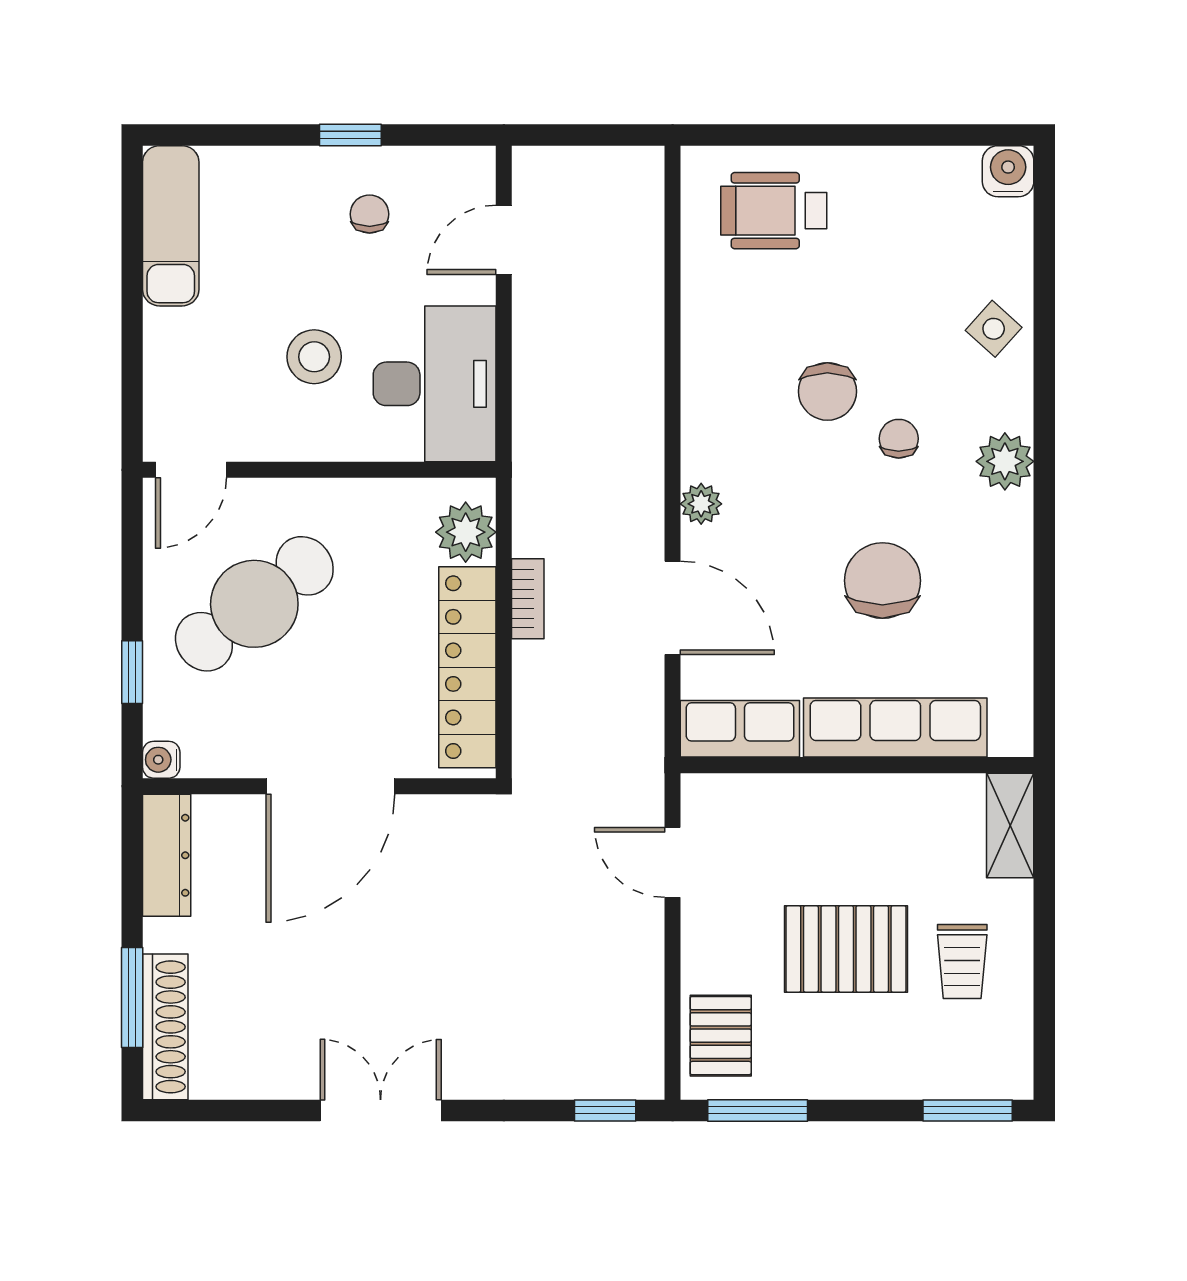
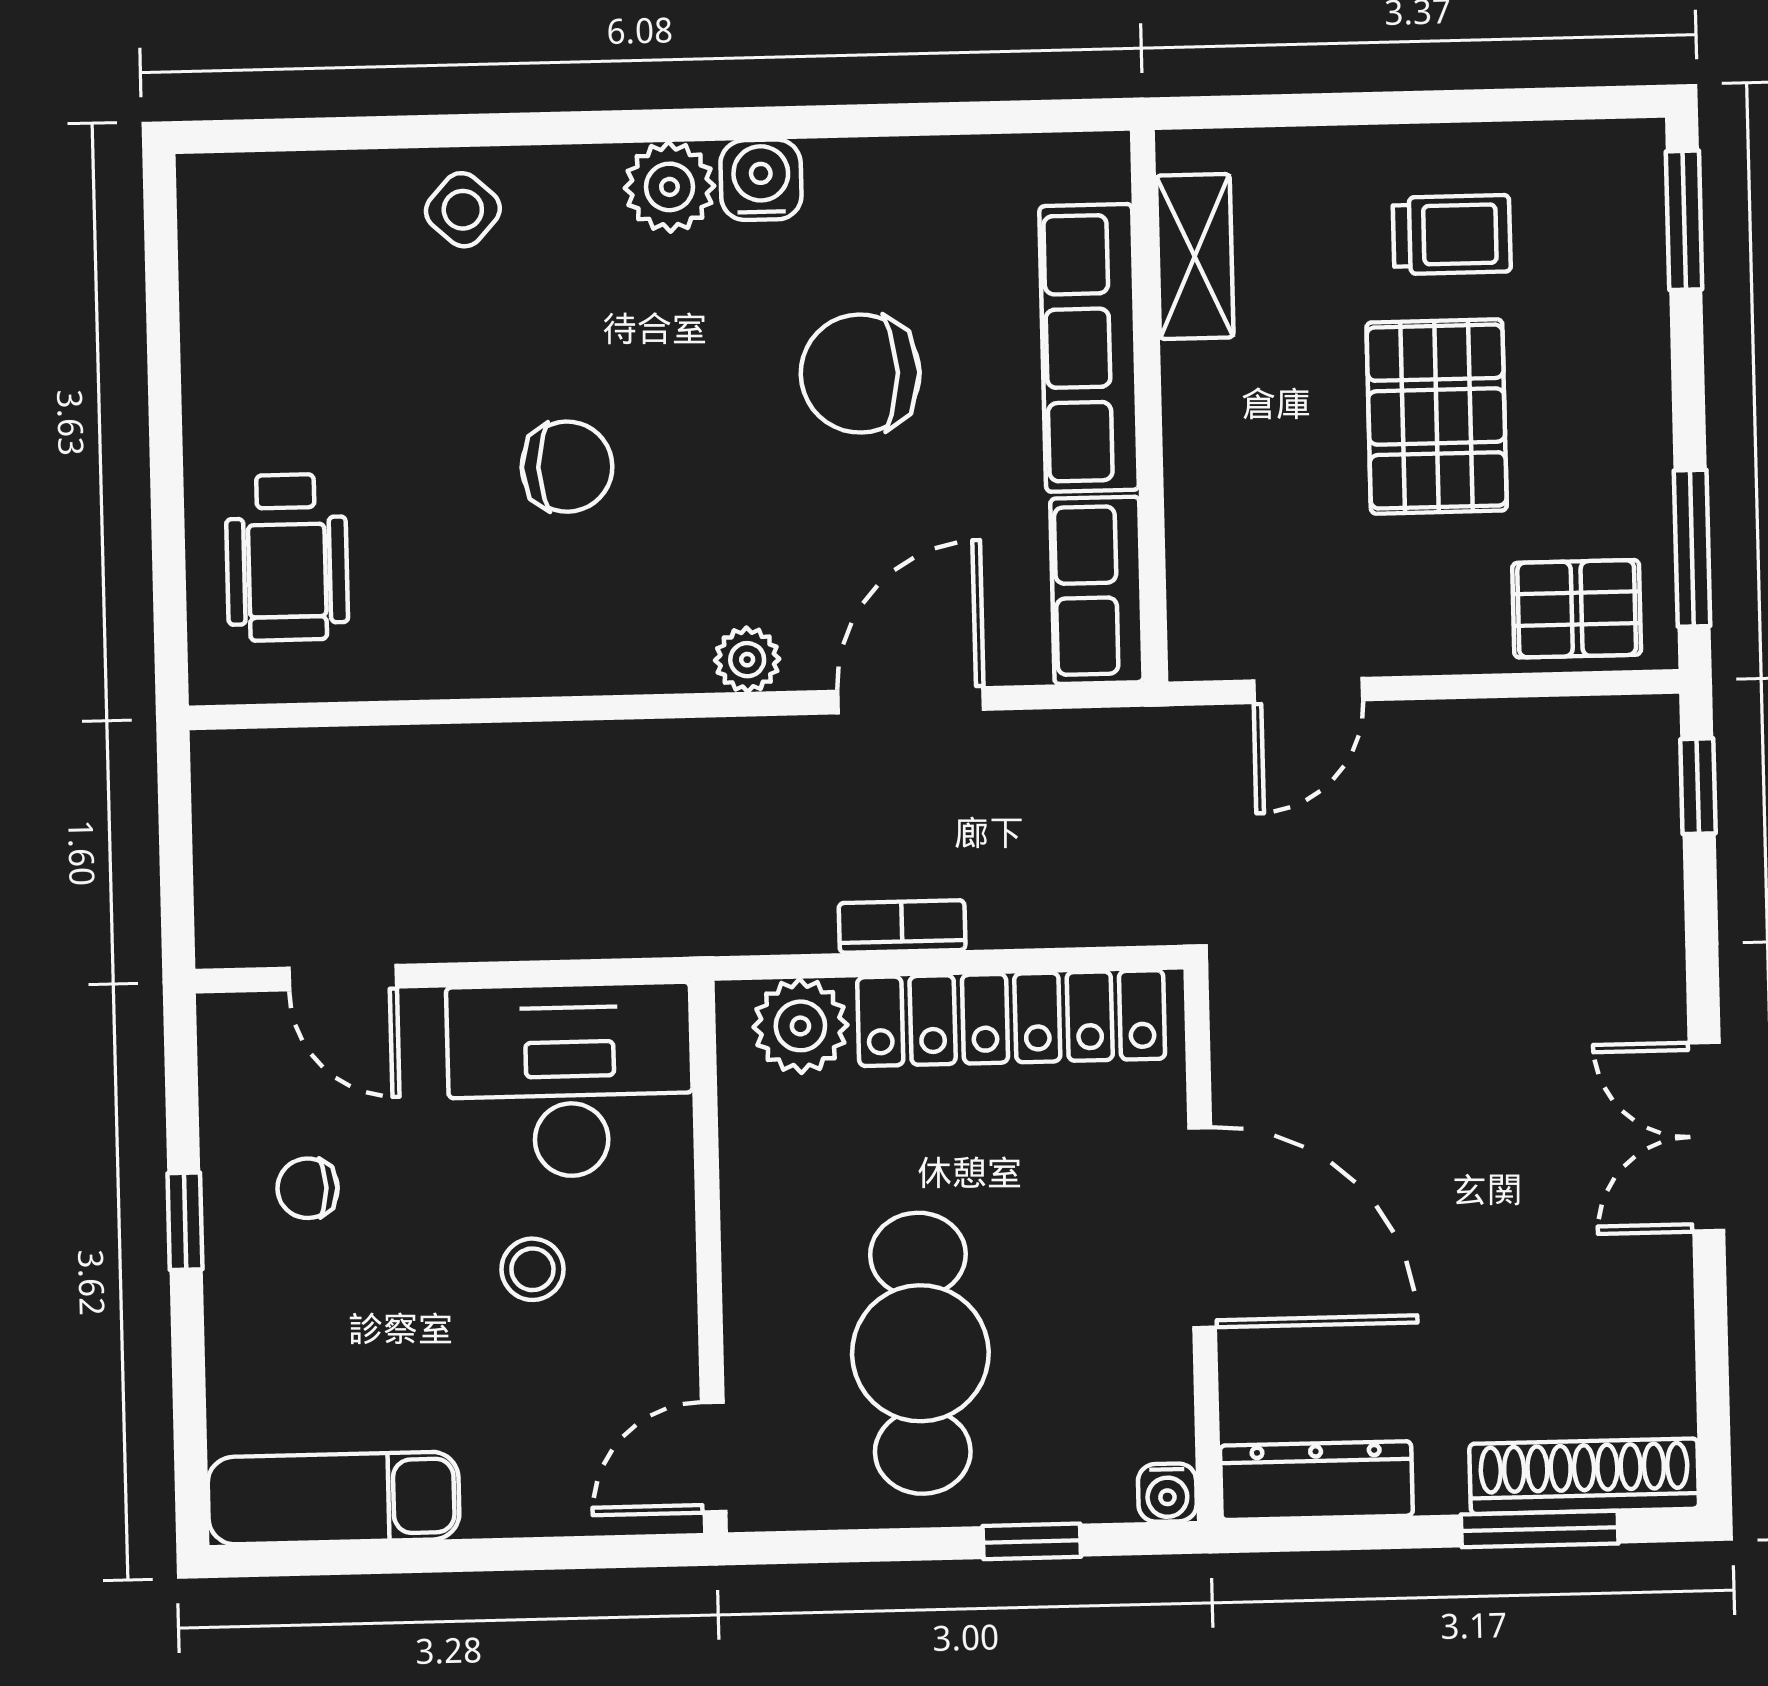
water cooler: (1008, 171) -> (761, 180), moved, turned 90
stool: (314, 357) -> (532, 1269), width x0.73, depth x0.73
chair: (899, 439) -> (638, 354), removed
door: (191, 470) -> (714, 1457), swing flipped
cafe table: (254, 604) -> (920, 1353), turned 37
shelving: (1010, 825) -> (1195, 256), moved, turned 90

